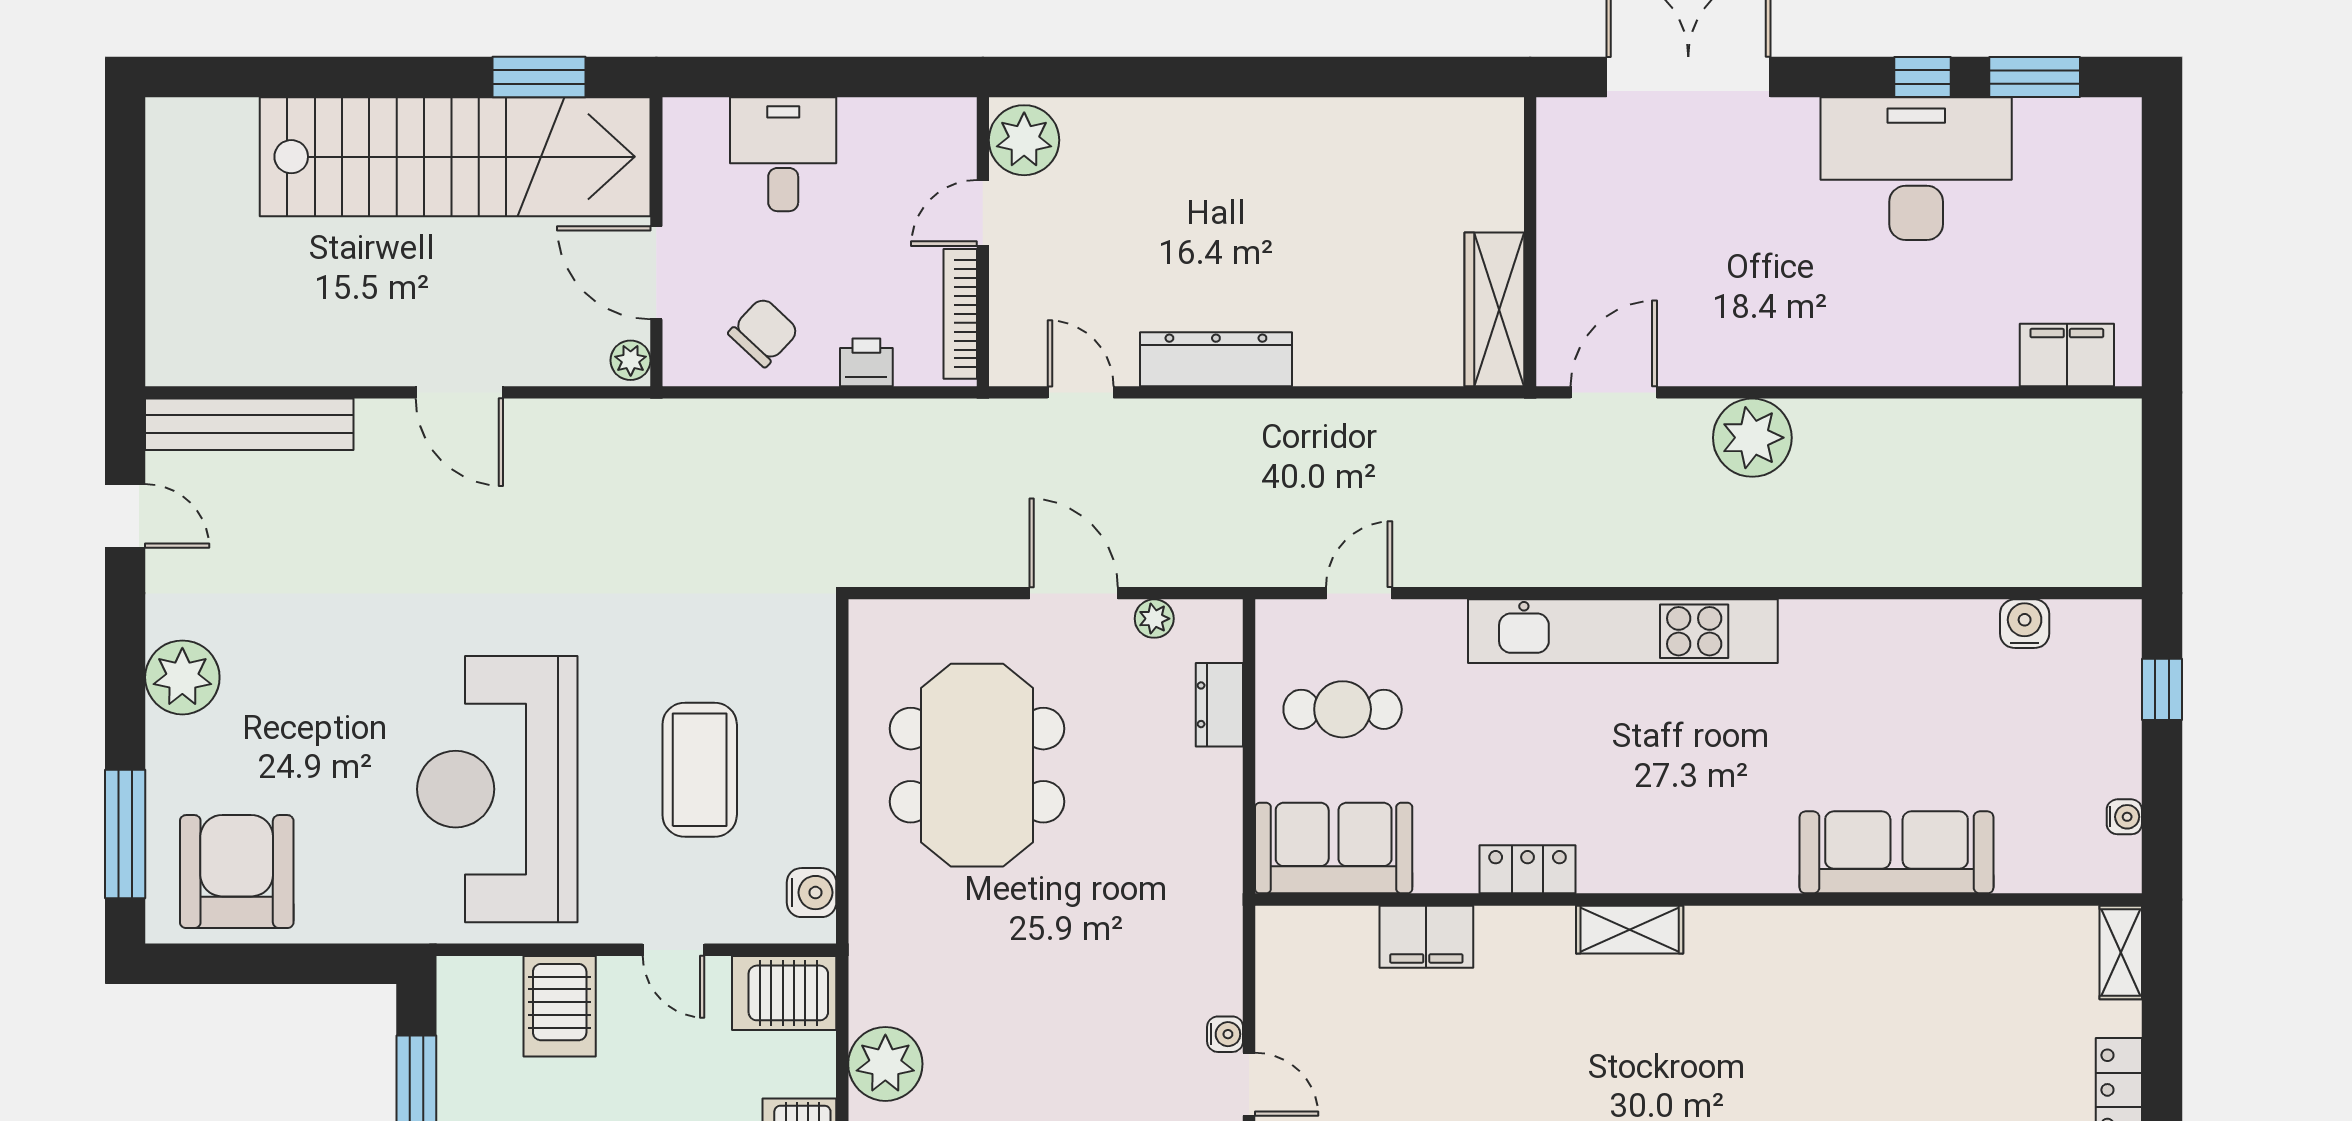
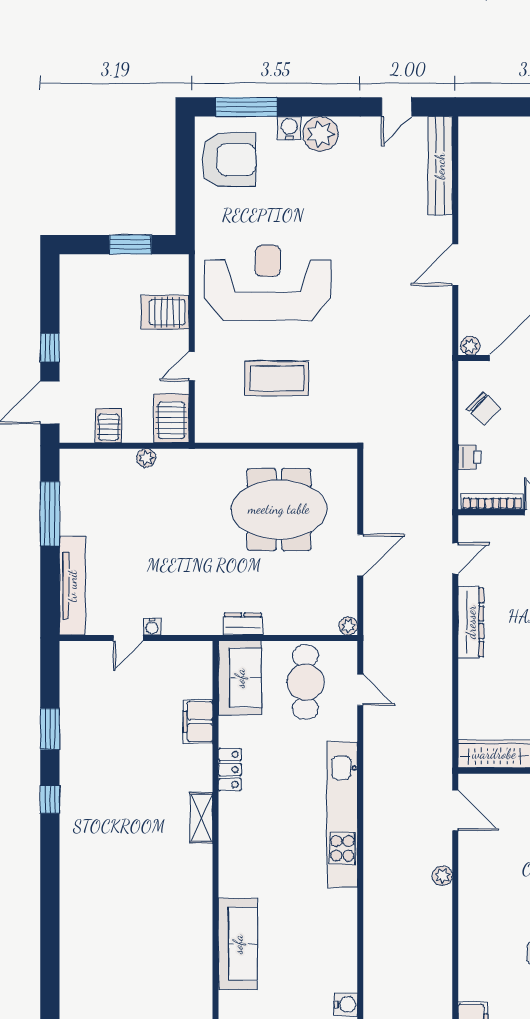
plant: (1752, 438) -> (442, 876), width x0.53, depth x0.53
plant: (1154, 619) -> (348, 626), moved
dresser: (1219, 705) -> (243, 624), moved
cafe table: (1343, 709) -> (305, 682), width x1.37, depth x1.35
water cooler: (812, 893) -> (289, 128), moved, turned 180
plant: (885, 1064) -> (146, 458), width x0.53, depth x0.53

